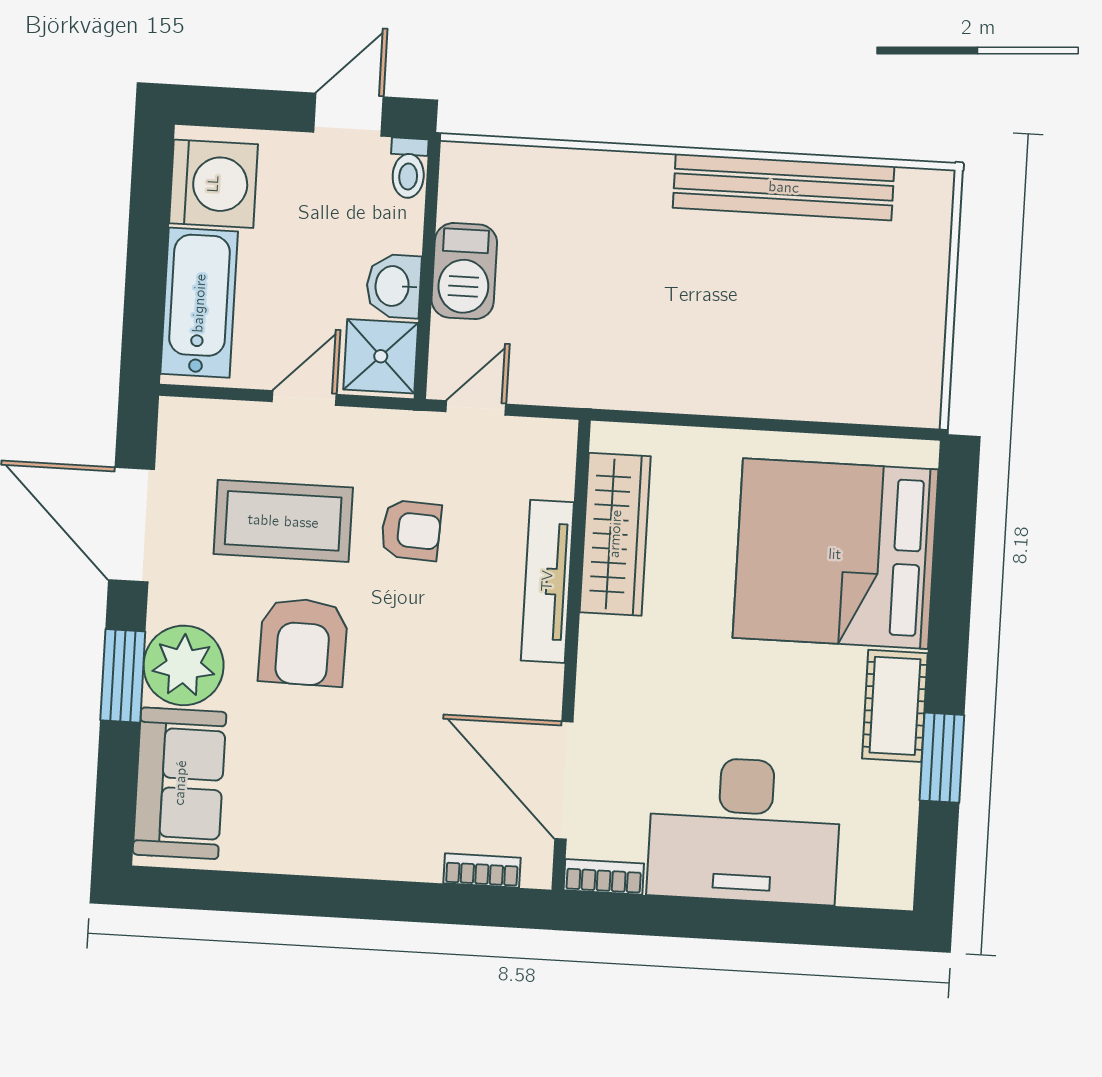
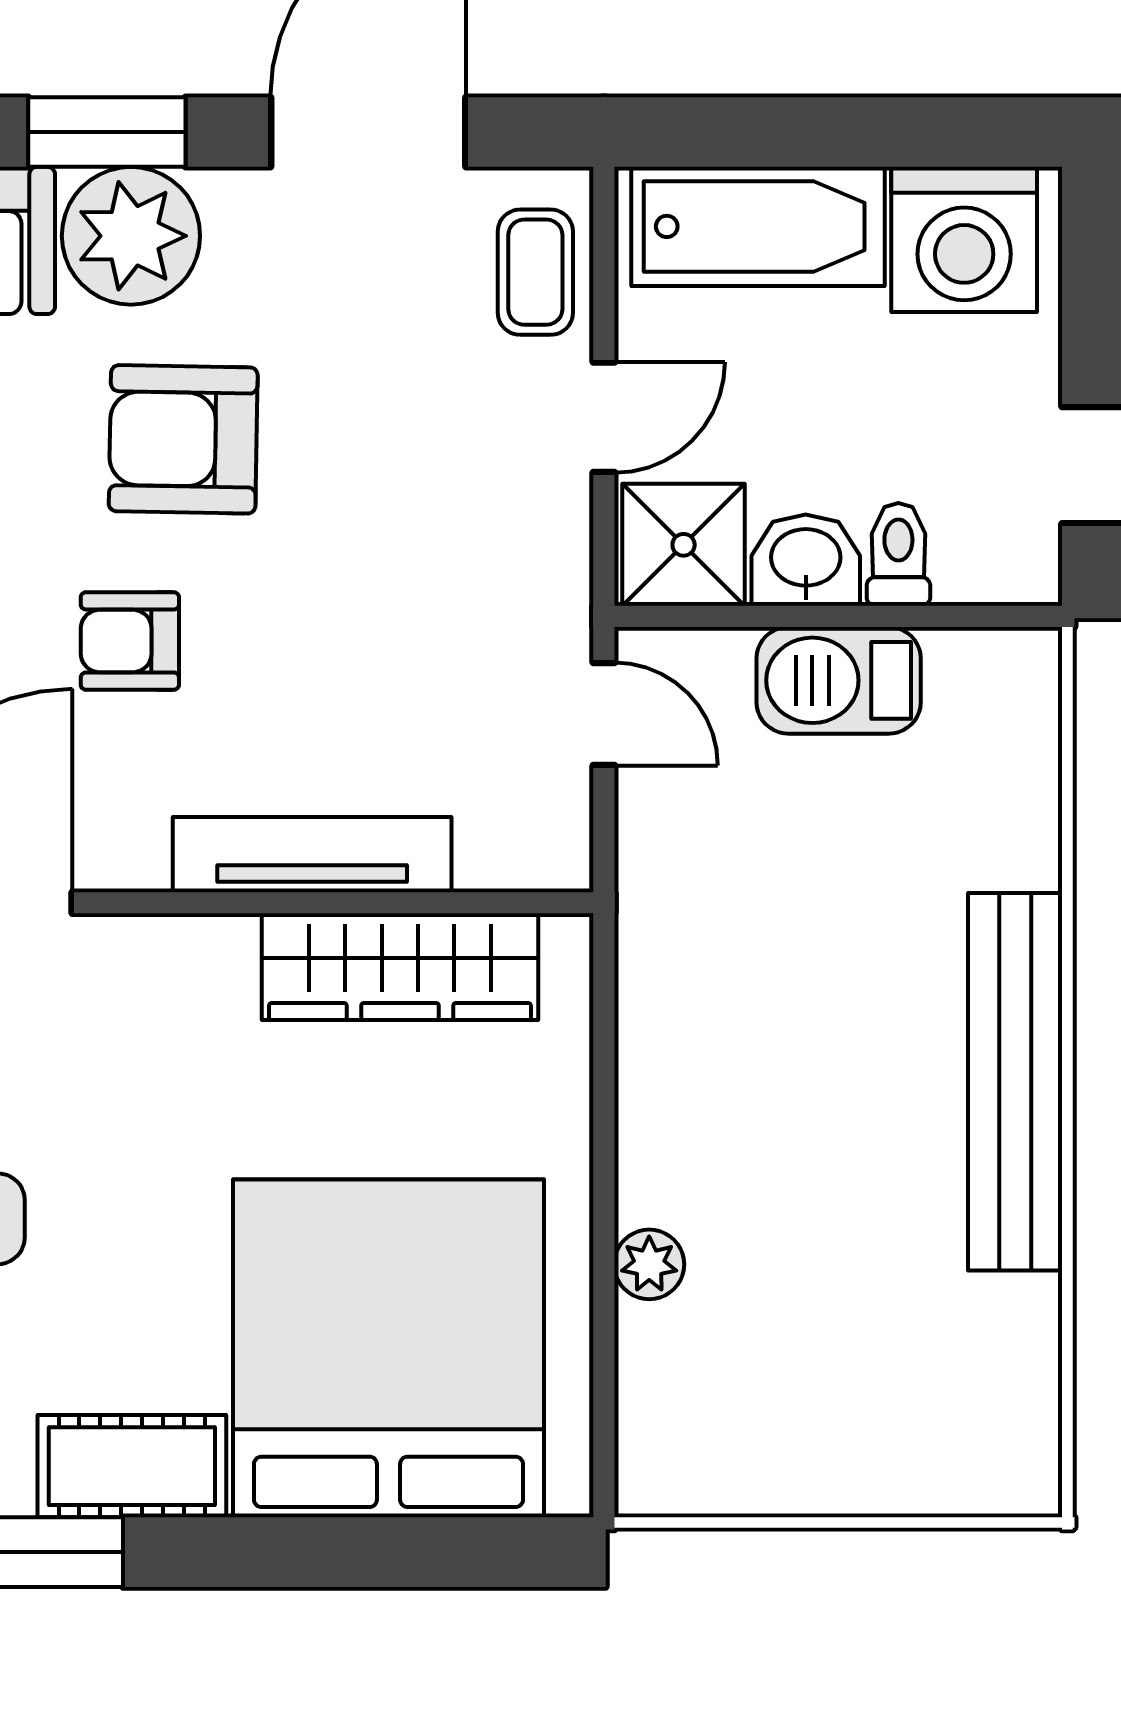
toilet: (409, 168) -> (898, 554), moved, turned 90
bench: (784, 187) -> (1015, 1082), moved
door: (304, 398) -> (604, 417), hinge flipped
plant: (796, 400) -> (649, 1264), added
coffee table: (283, 521) -> (535, 272), moved, width x0.54, depth x0.58
armchair: (411, 530) -> (130, 641), moved, turned 87

